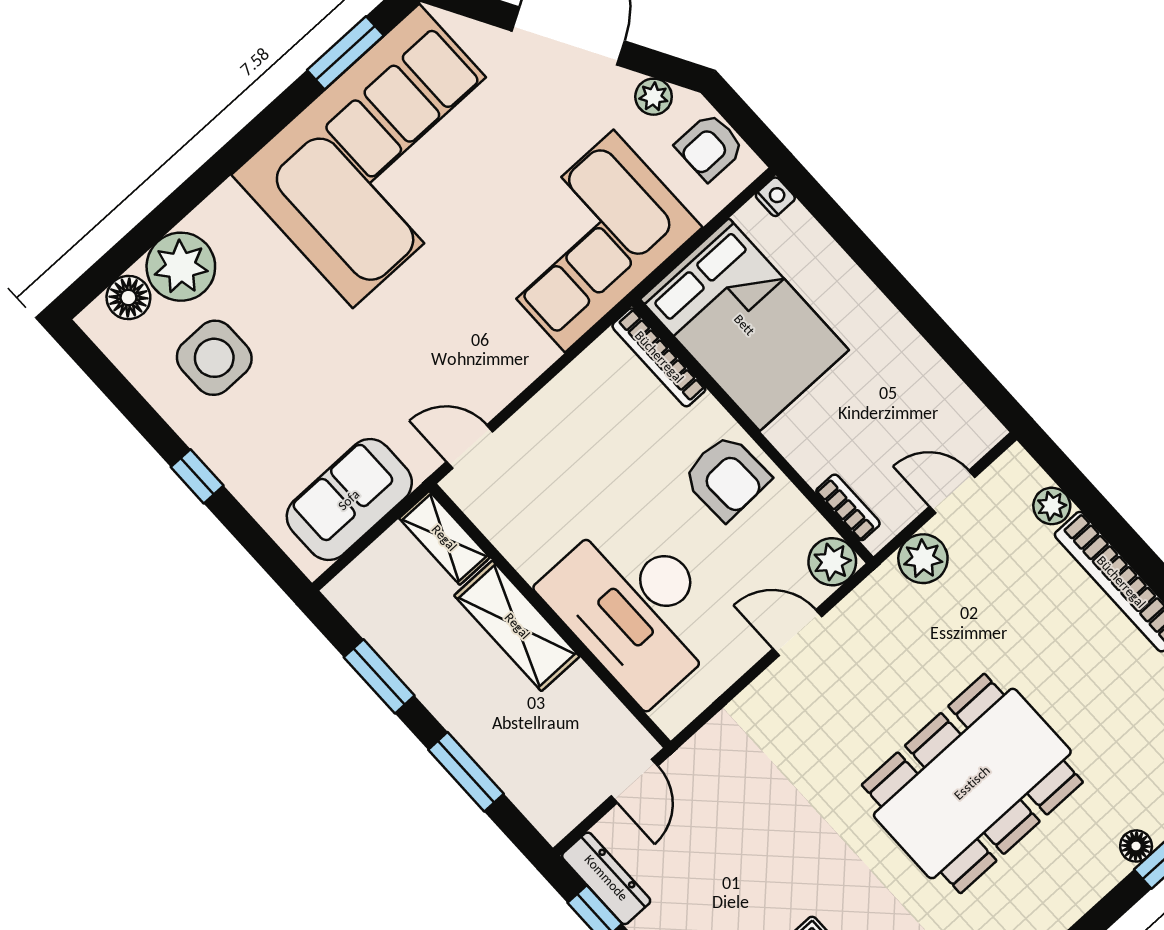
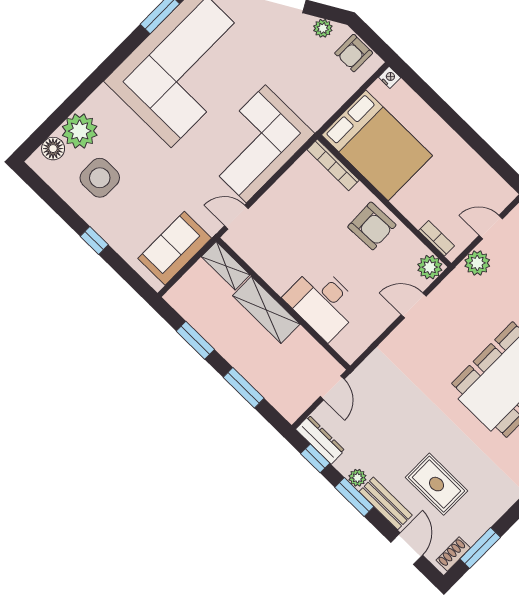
corner sofa: (589, 241) -> (256, 144), moved
desk: (636, 608) -> (323, 302), width x0.73, depth x0.77

